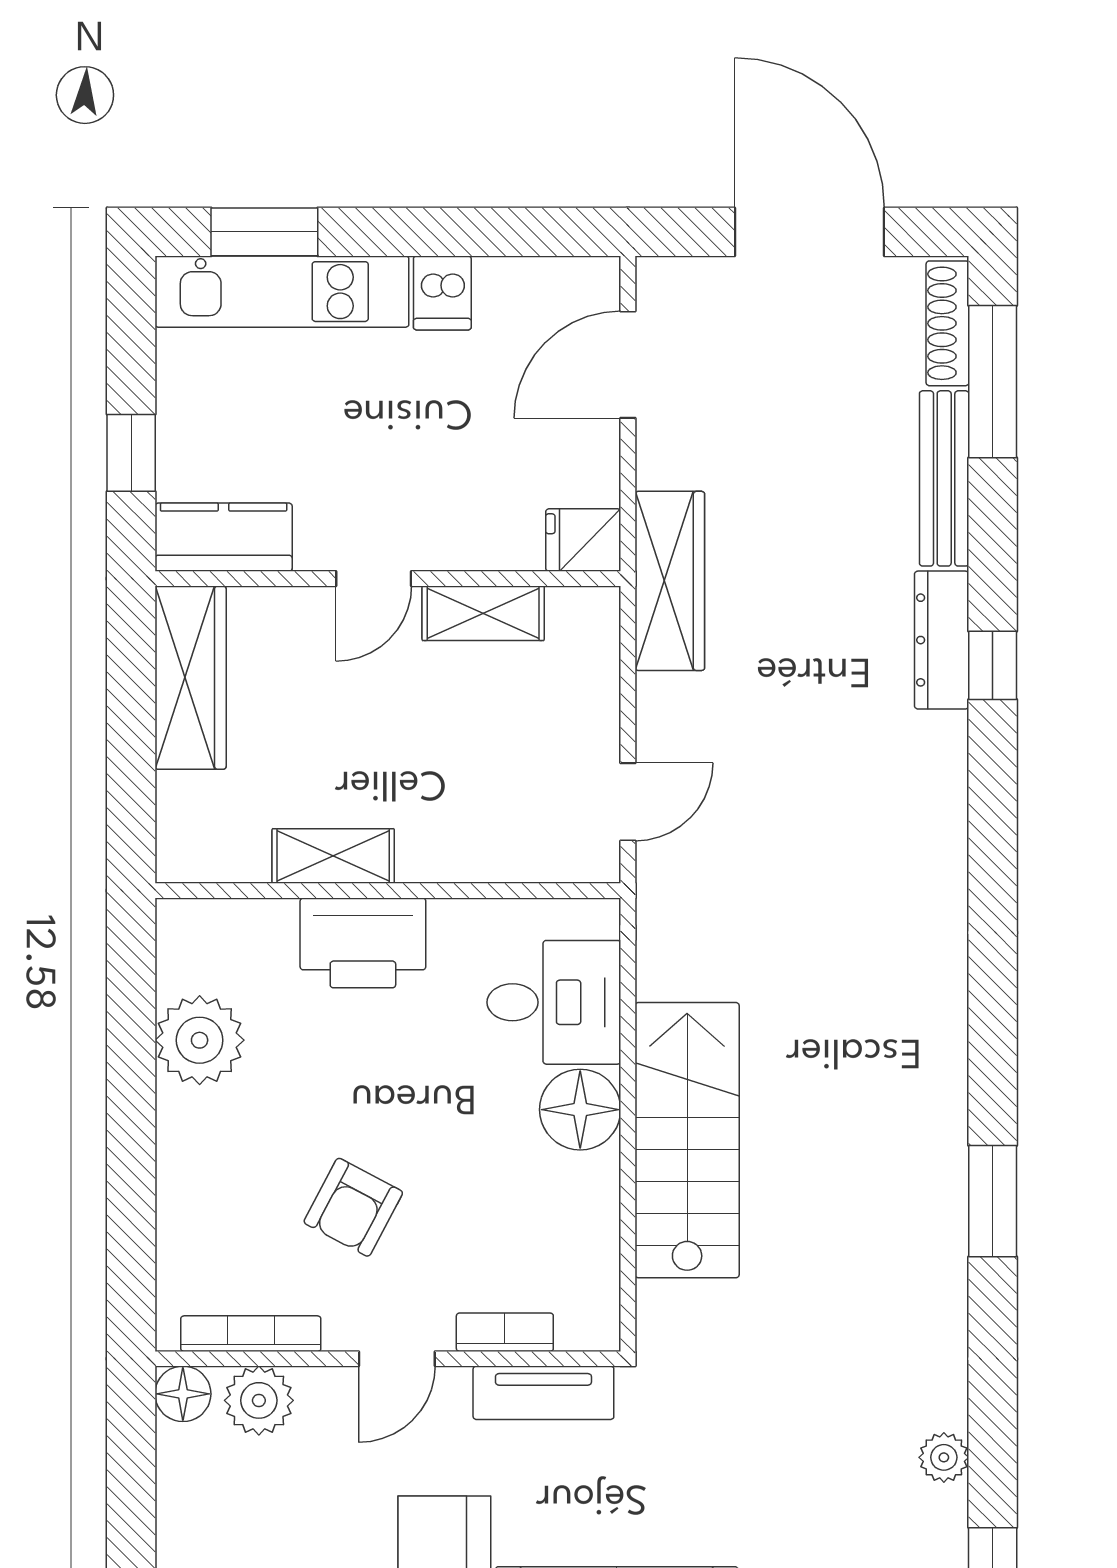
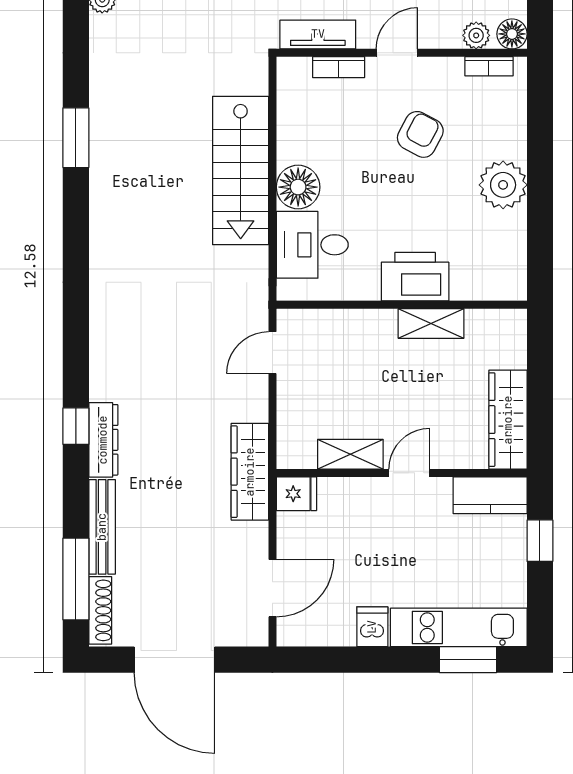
plant: (200, 1040) -> (503, 185), moved
bookcase: (251, 1334) -> (489, 66), width x0.64
plant: (259, 1400) -> (476, 35), width x0.73, depth x0.73

